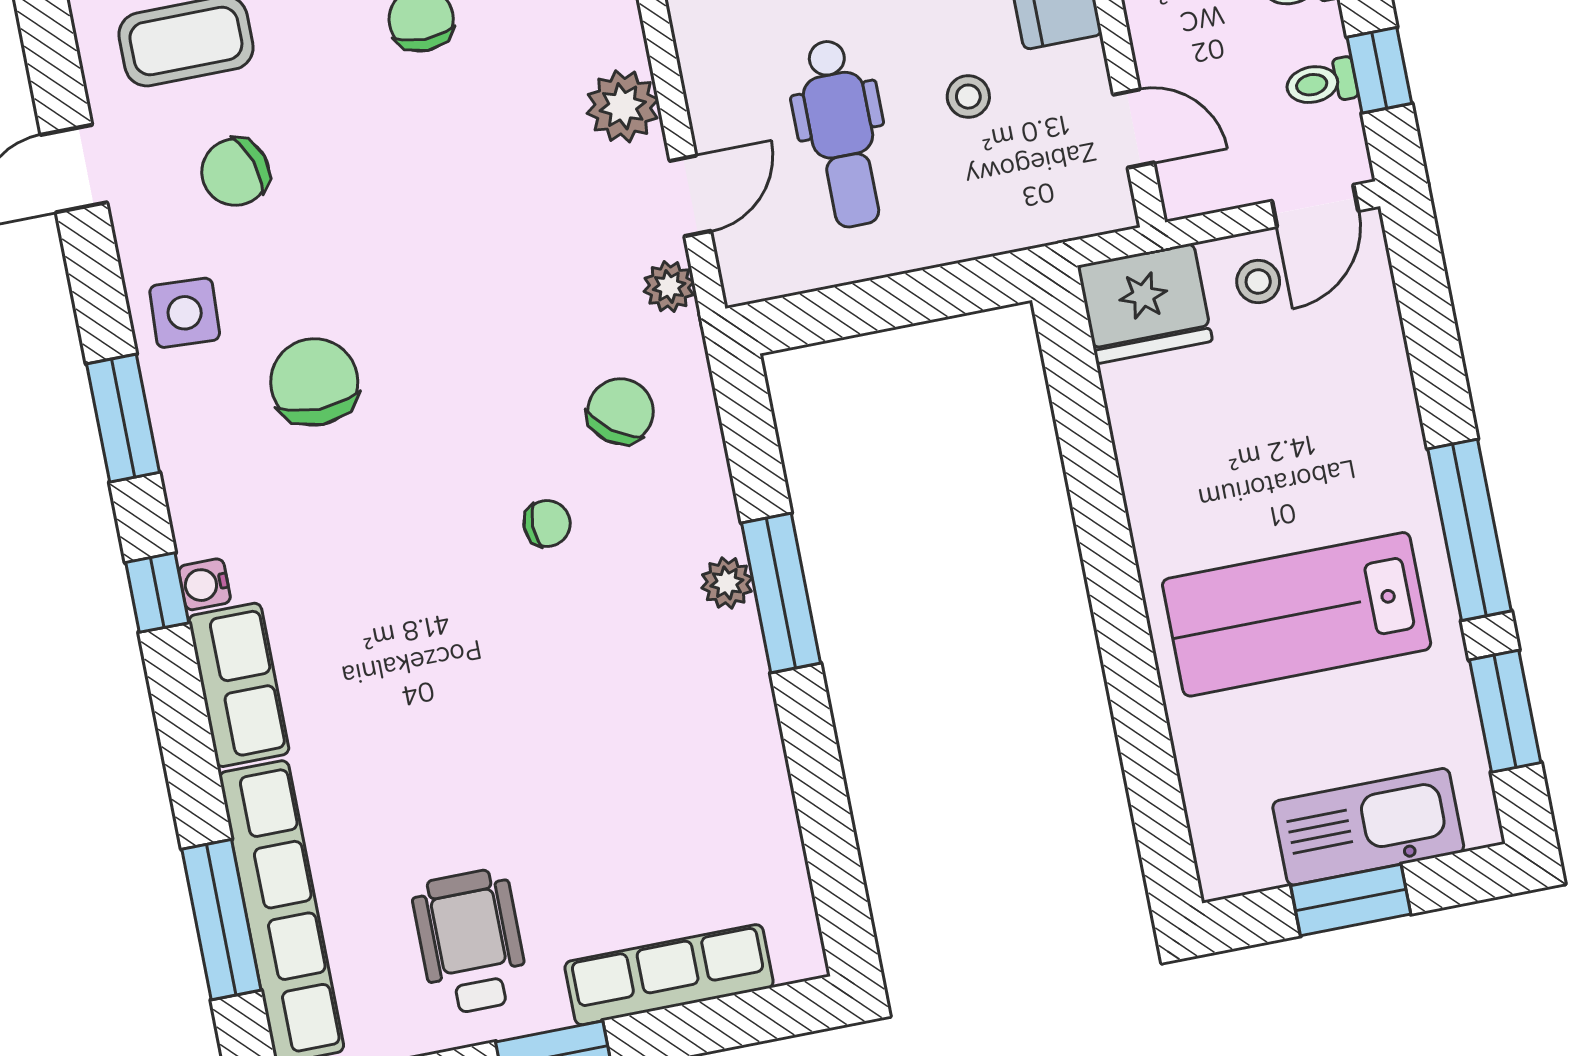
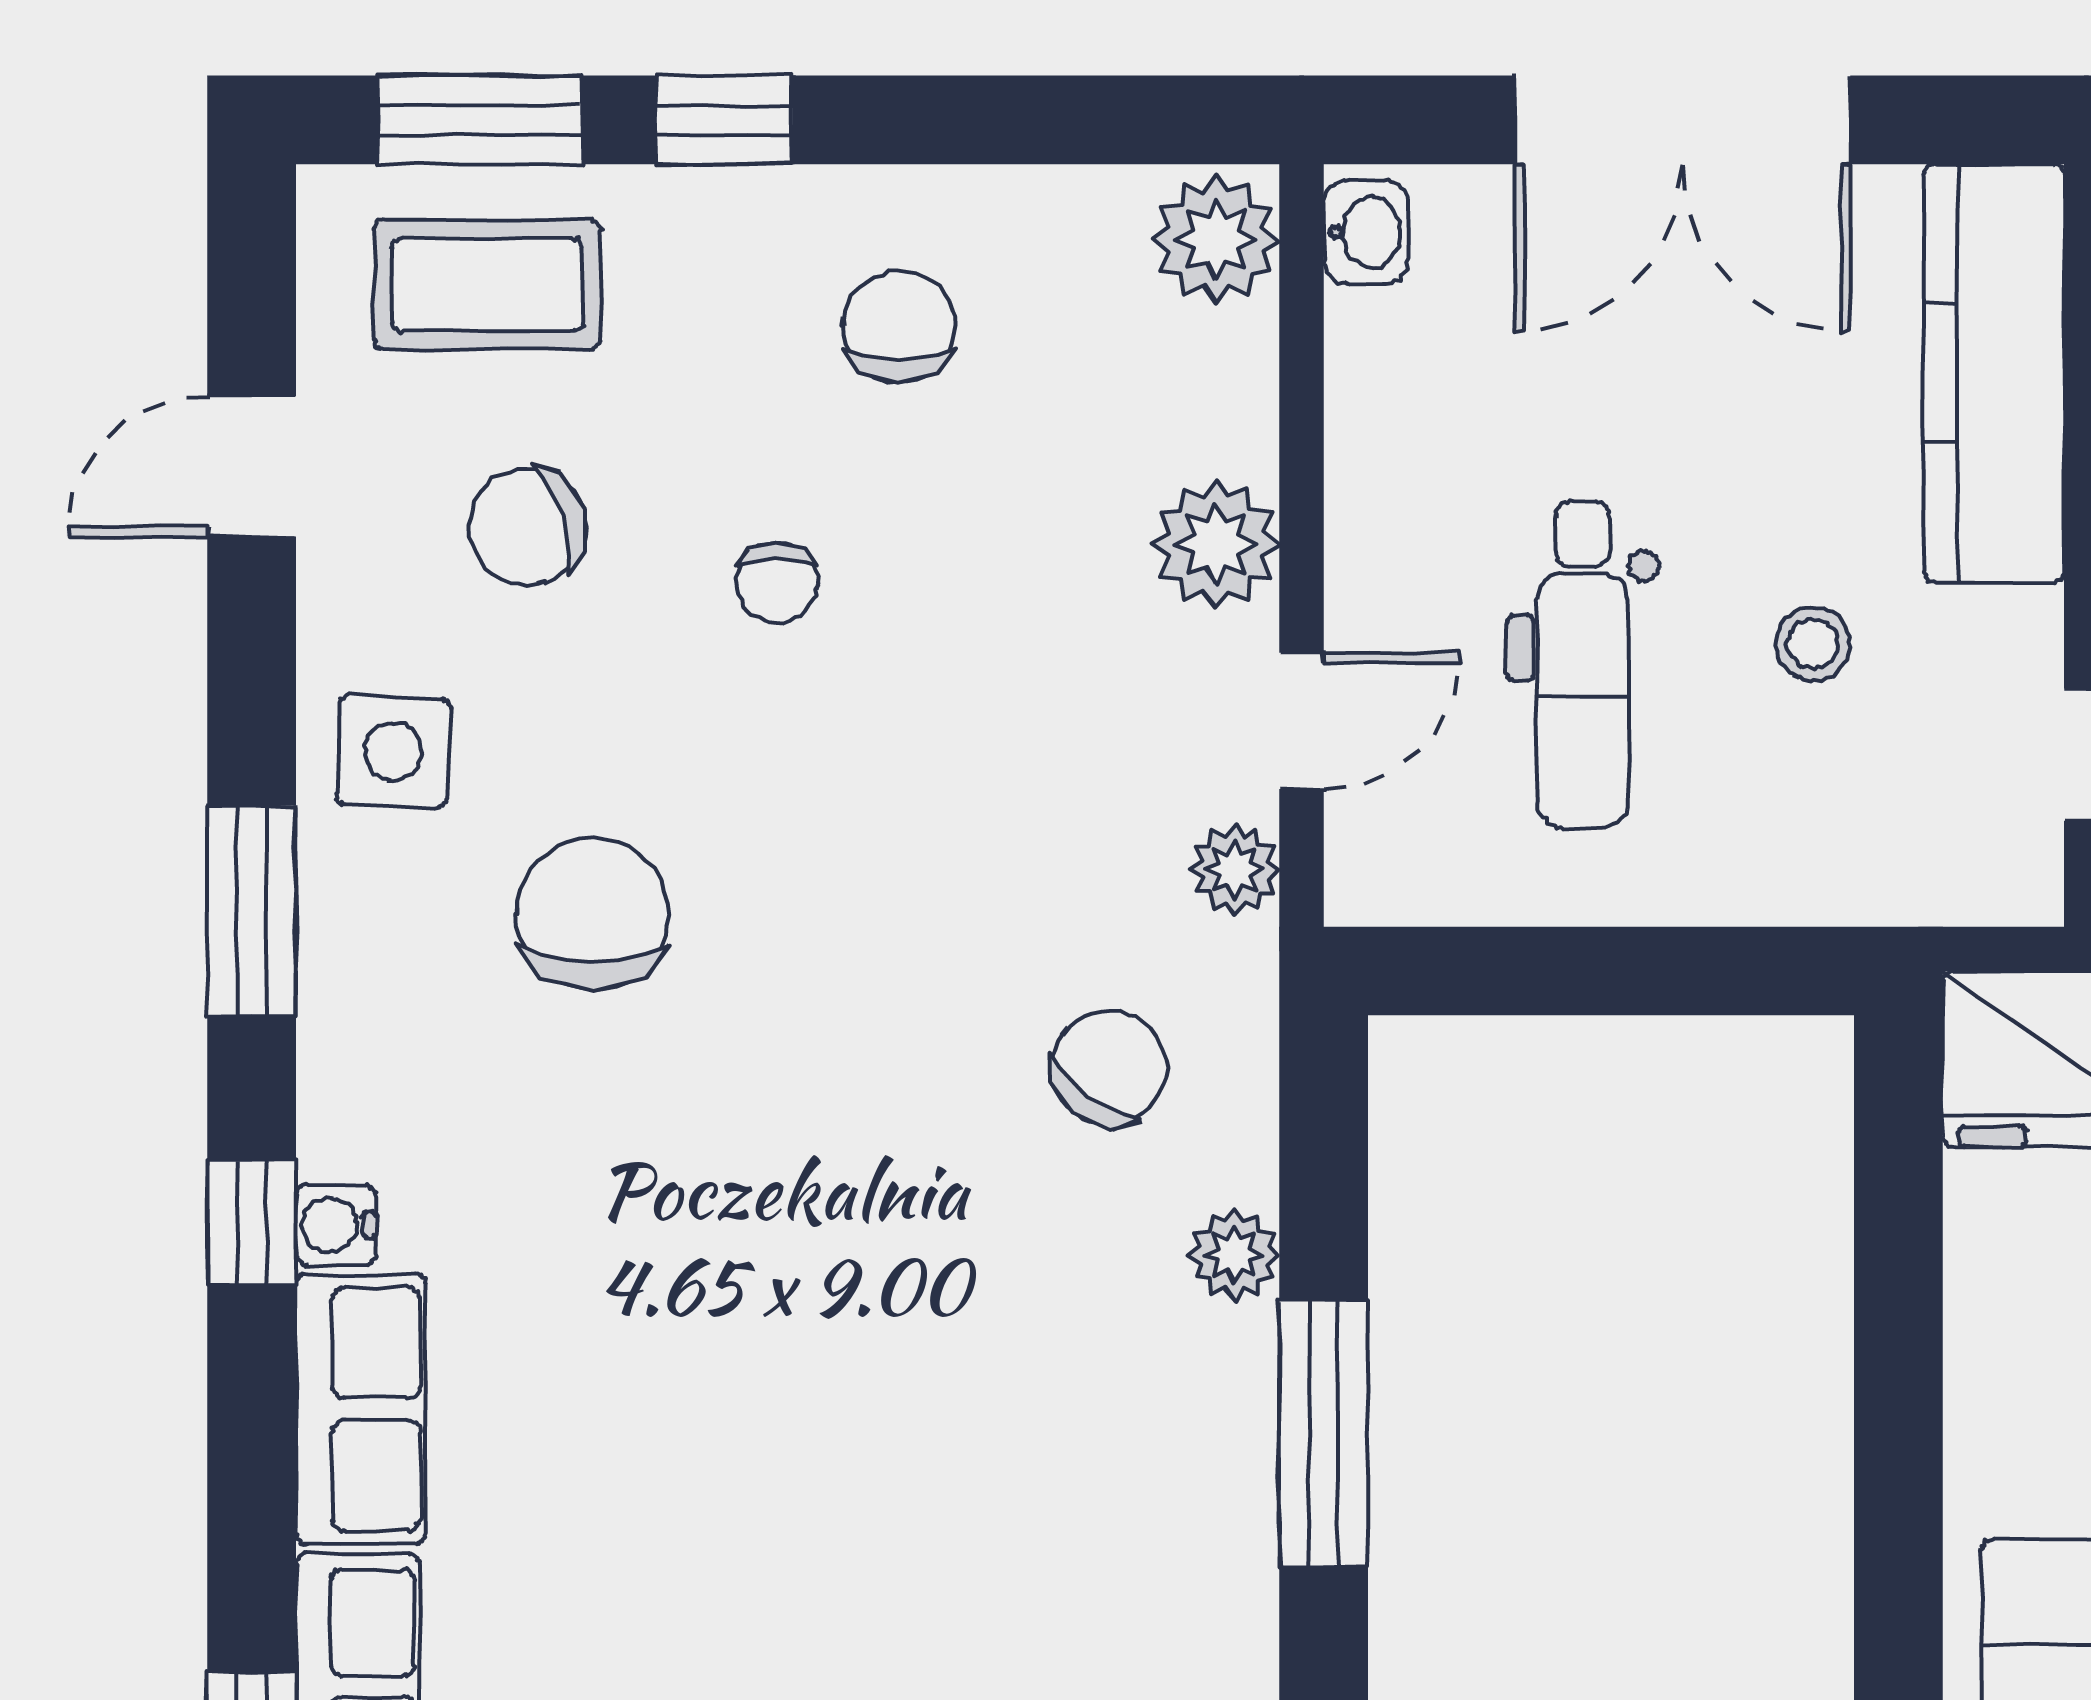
chair: (547, 524) -> (777, 583), moved, turned 90
plant: (727, 583) -> (1234, 1255), moved

